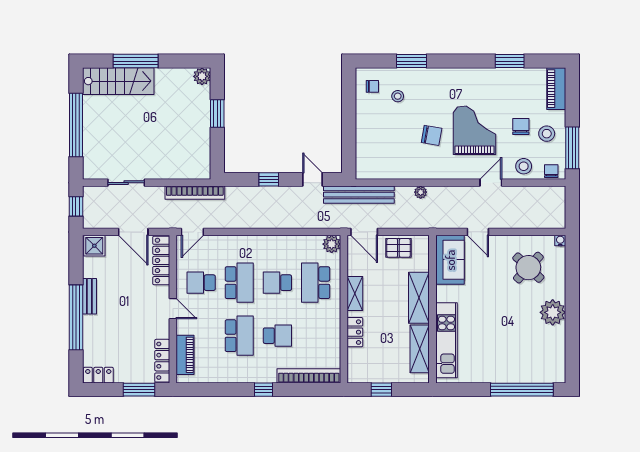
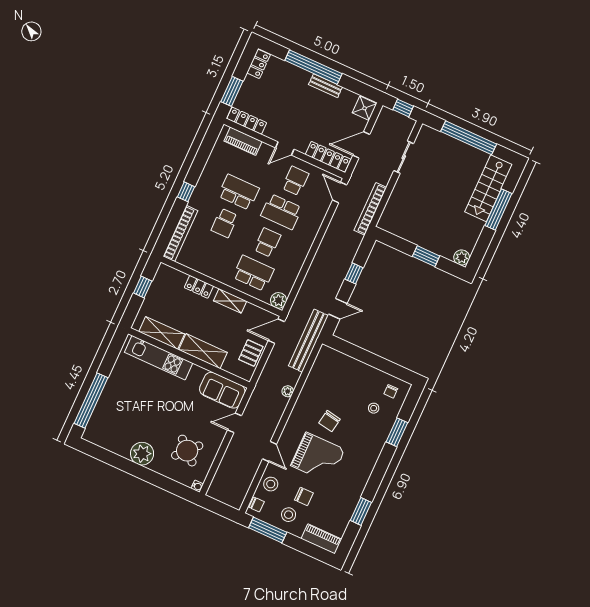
school desk: (239, 336) -> (239, 192), turned 180

